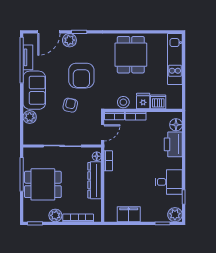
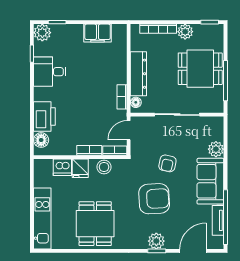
plant: (69, 40) -> (156, 241), moved
armchair: (81, 76) -> (154, 199), turned 87

